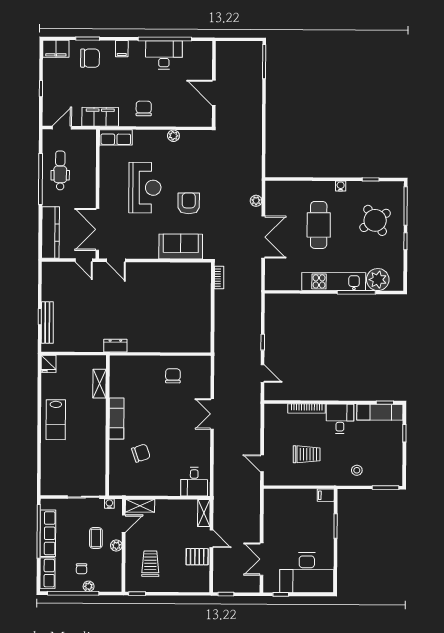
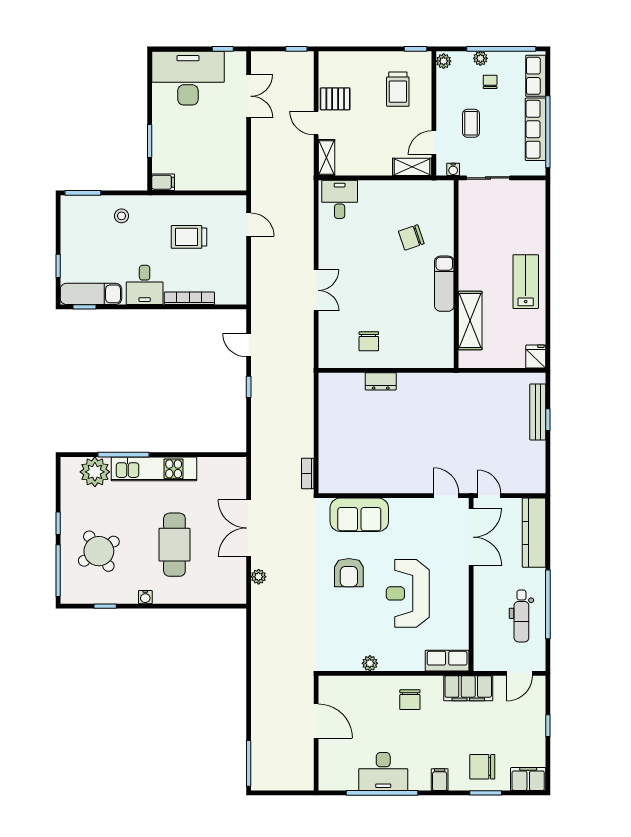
dresser: (115, 346) -> (381, 381), moved
shelving: (99, 384) -> (470, 320), width x1.50, depth x1.33
plant: (116, 546) -> (444, 61), moved

